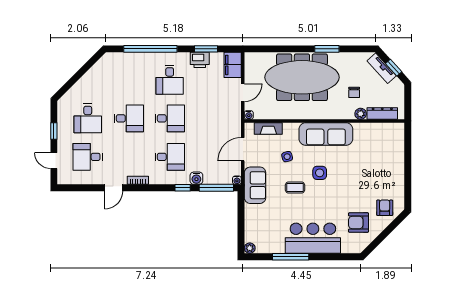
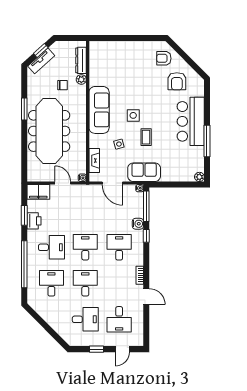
desk: (129, 80) -> (51, 283), added

